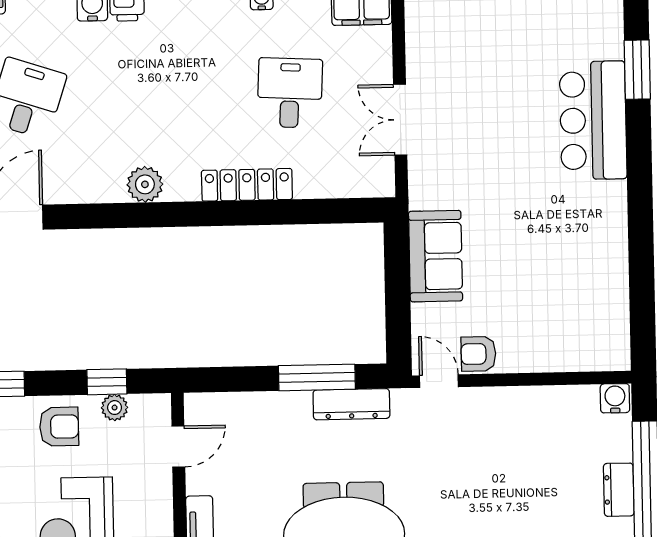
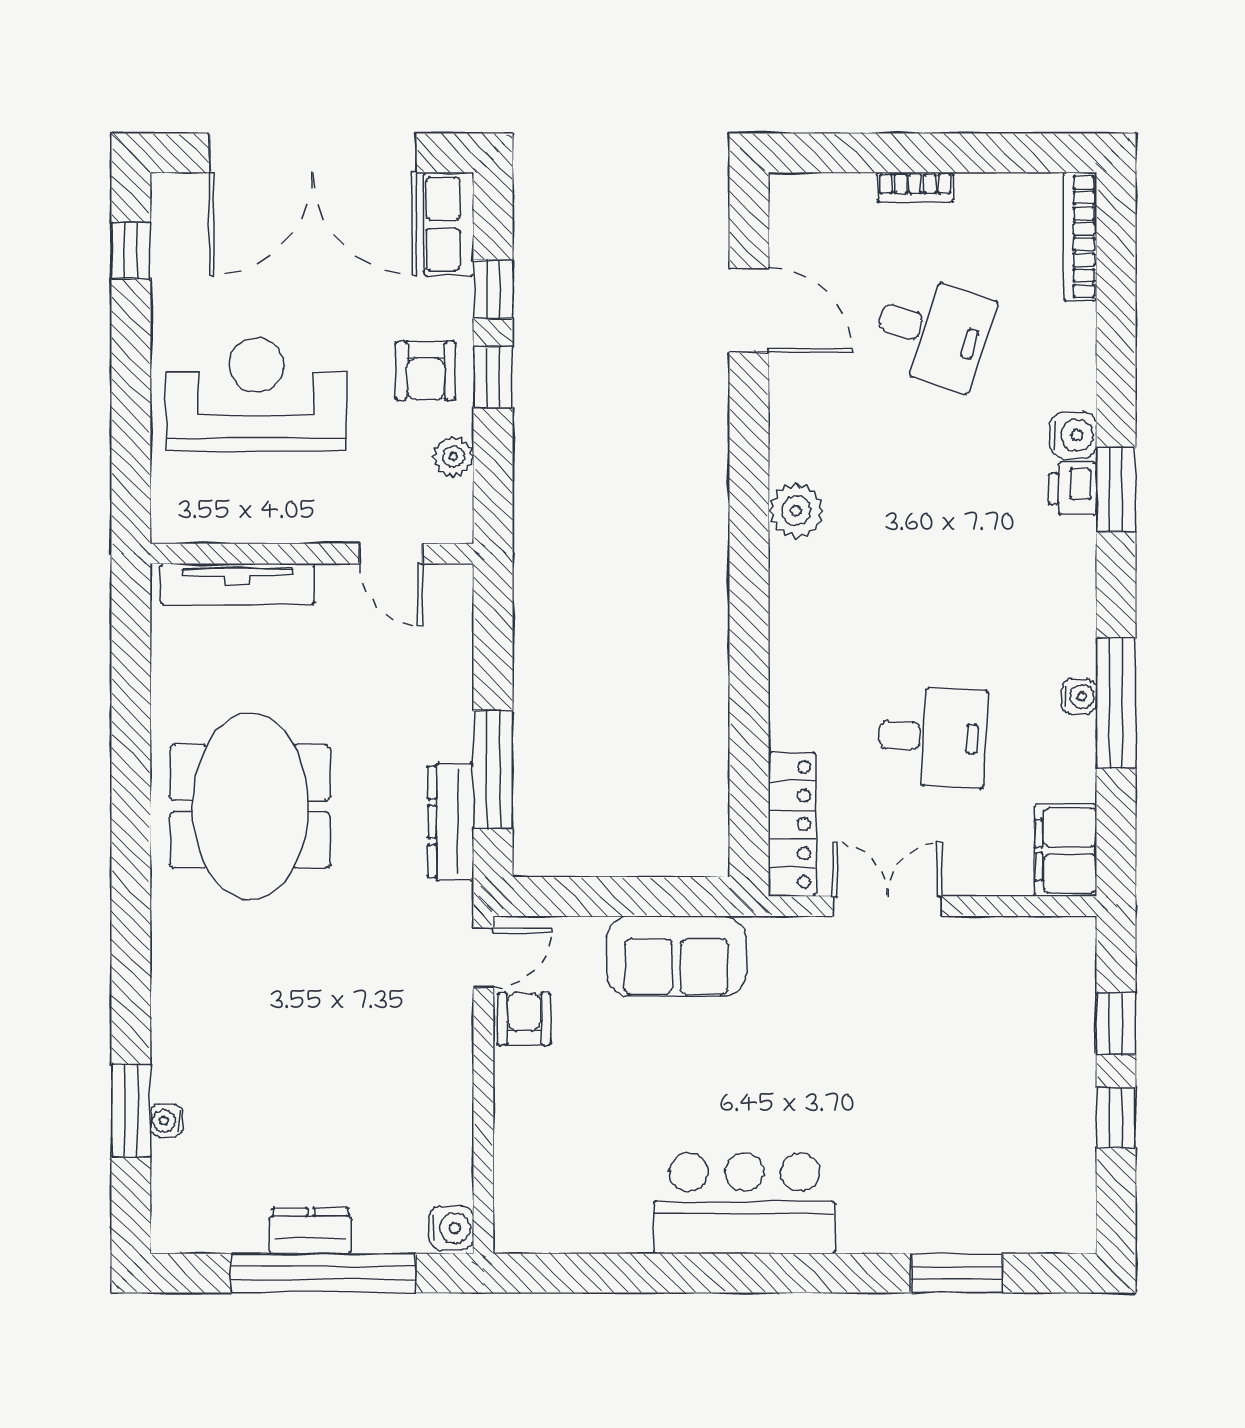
bar counter: (593, 120) -> (744, 1203), moved
locker: (247, 185) -> (792, 824), moved
window: (107, 382) -> (493, 377), moved

